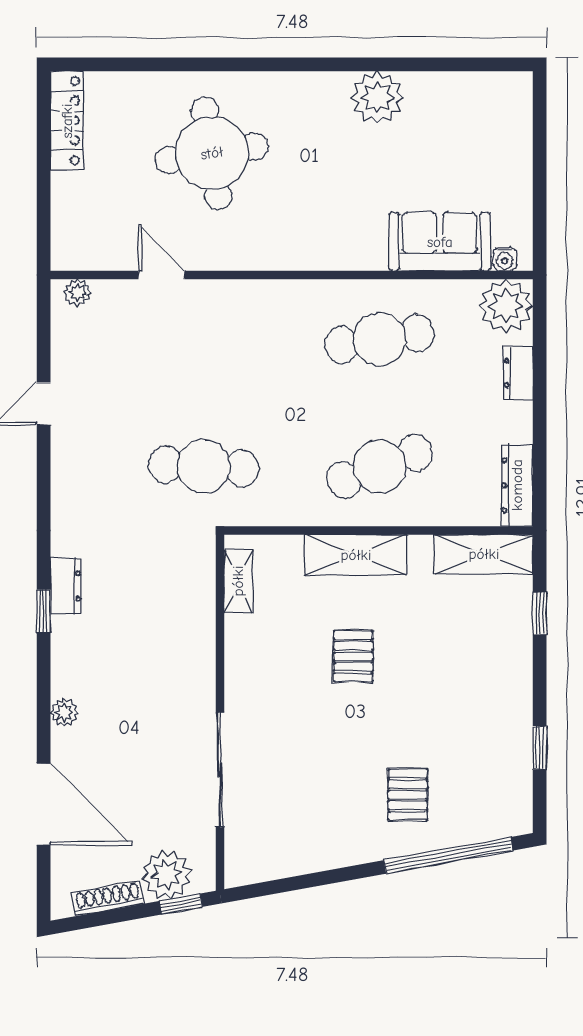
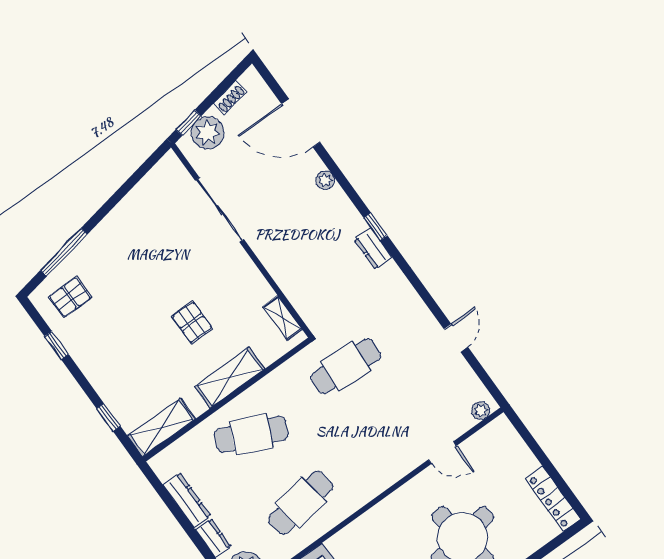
cafe table: (380, 466) -> (251, 434), turned 45
dresser: (517, 485) -> (187, 500), moved
pallet: (408, 795) -> (70, 297), moved, turned 90
window: (448, 855) -> (64, 252), width x0.68
shoe rack: (108, 898) -> (230, 97), width x0.70

